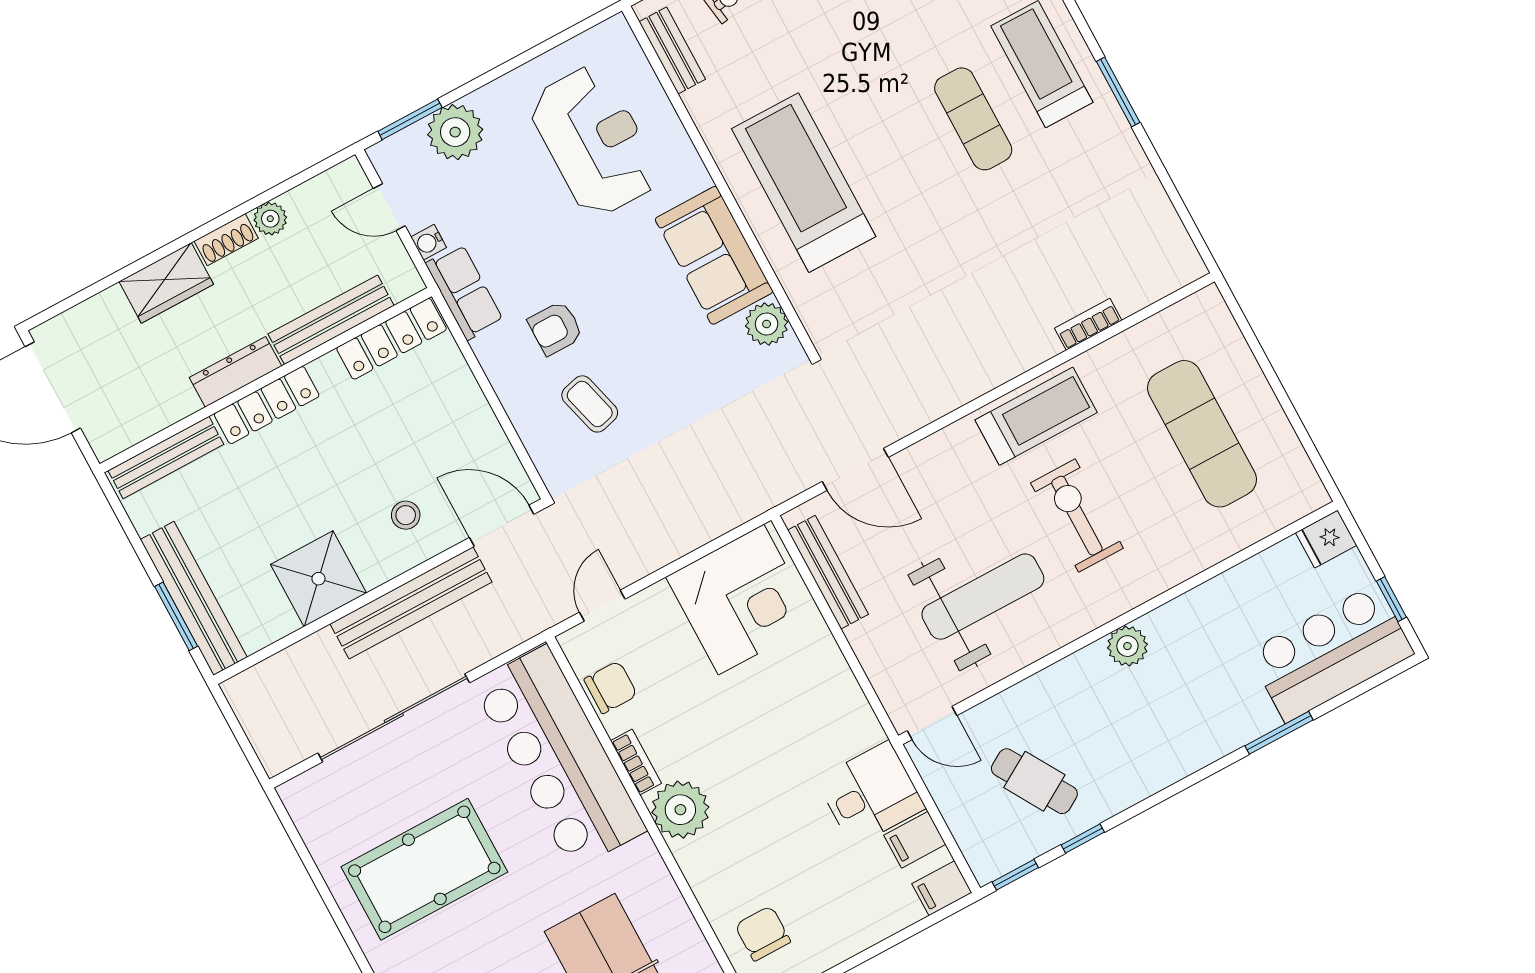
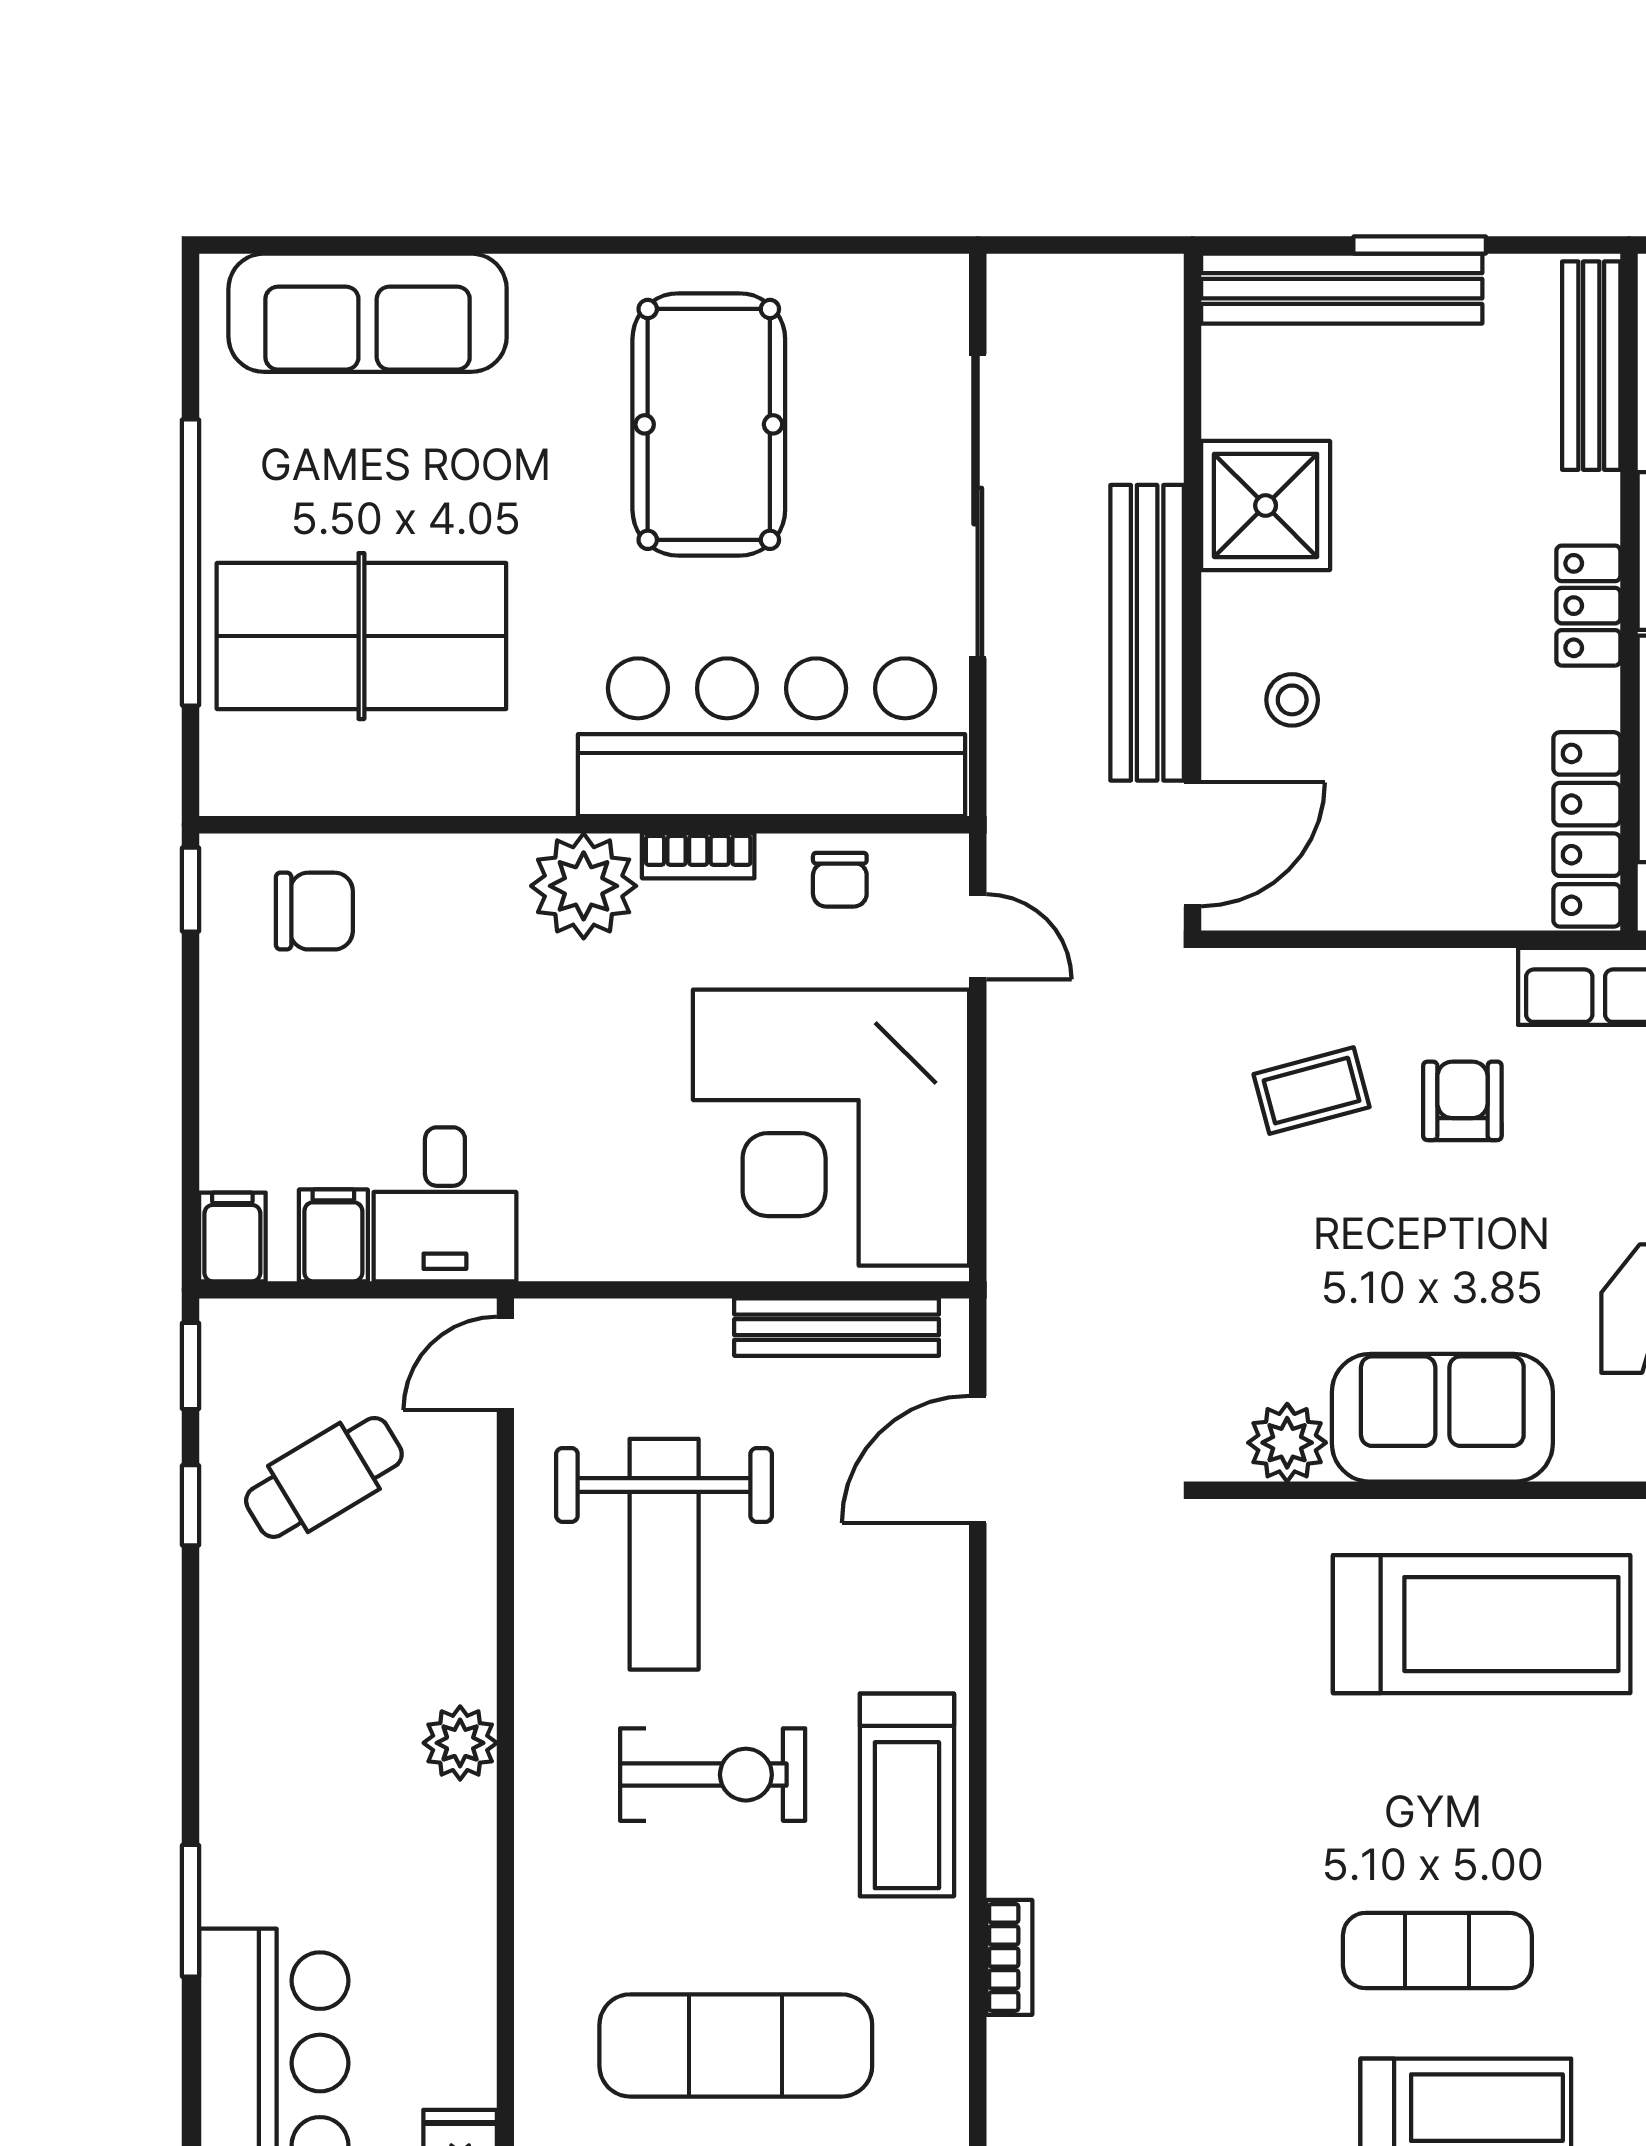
locker: (267, 405) -> (1588, 606), width x0.66
corner desk: (741, 600) -> (831, 1128), width x1.36, depth x1.36
window: (176, 616) -> (1420, 245), moved
chair: (611, 687) -> (840, 880), width x0.73, depth x0.73

